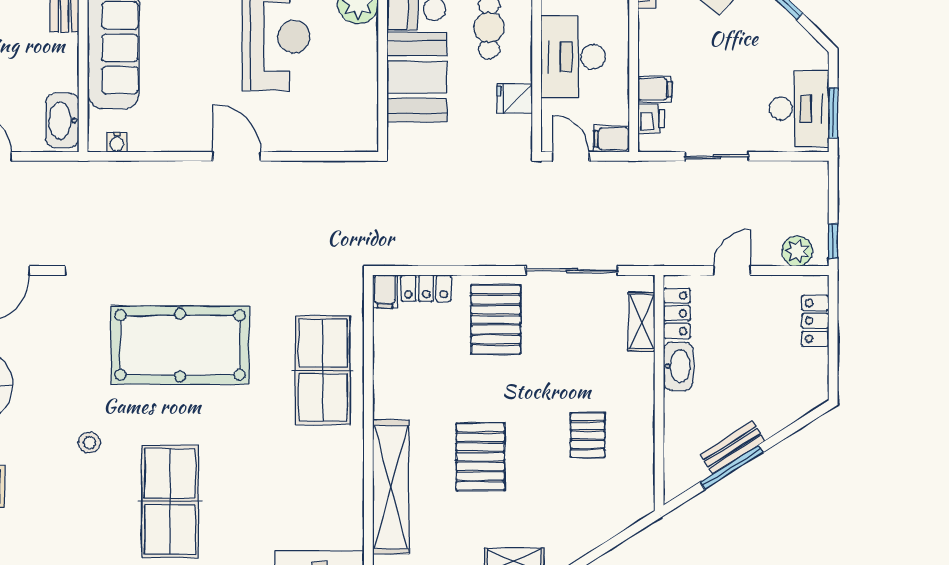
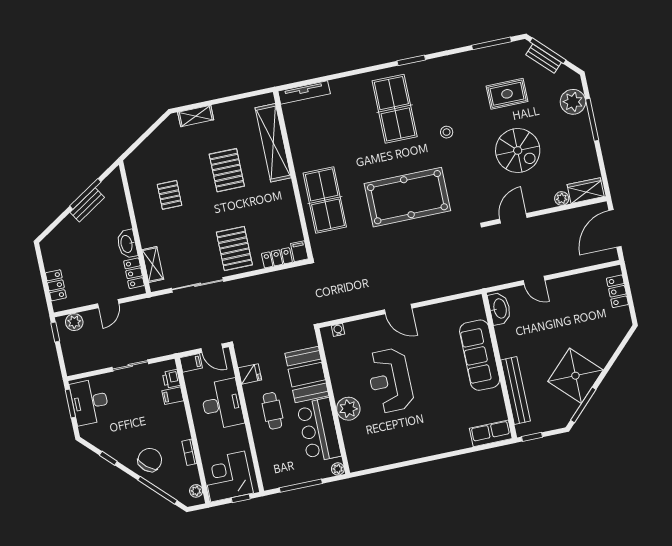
water cooler: (117, 142) -> (338, 330), moved

